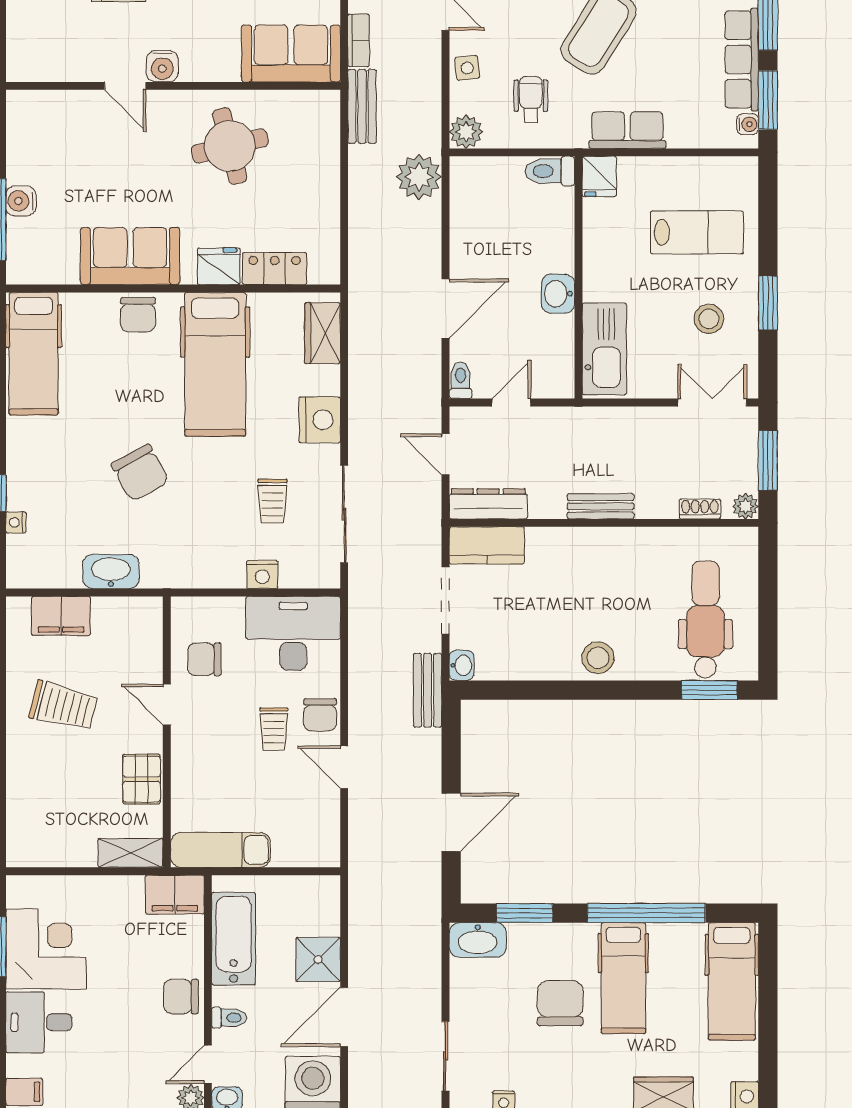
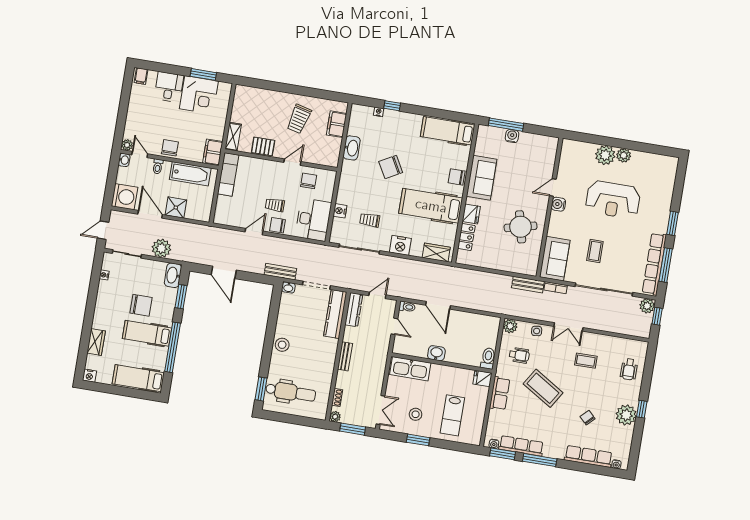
plant: (419, 177) -> (161, 248), moved
kitchen counter: (487, 545) -> (335, 314), width x1.50

